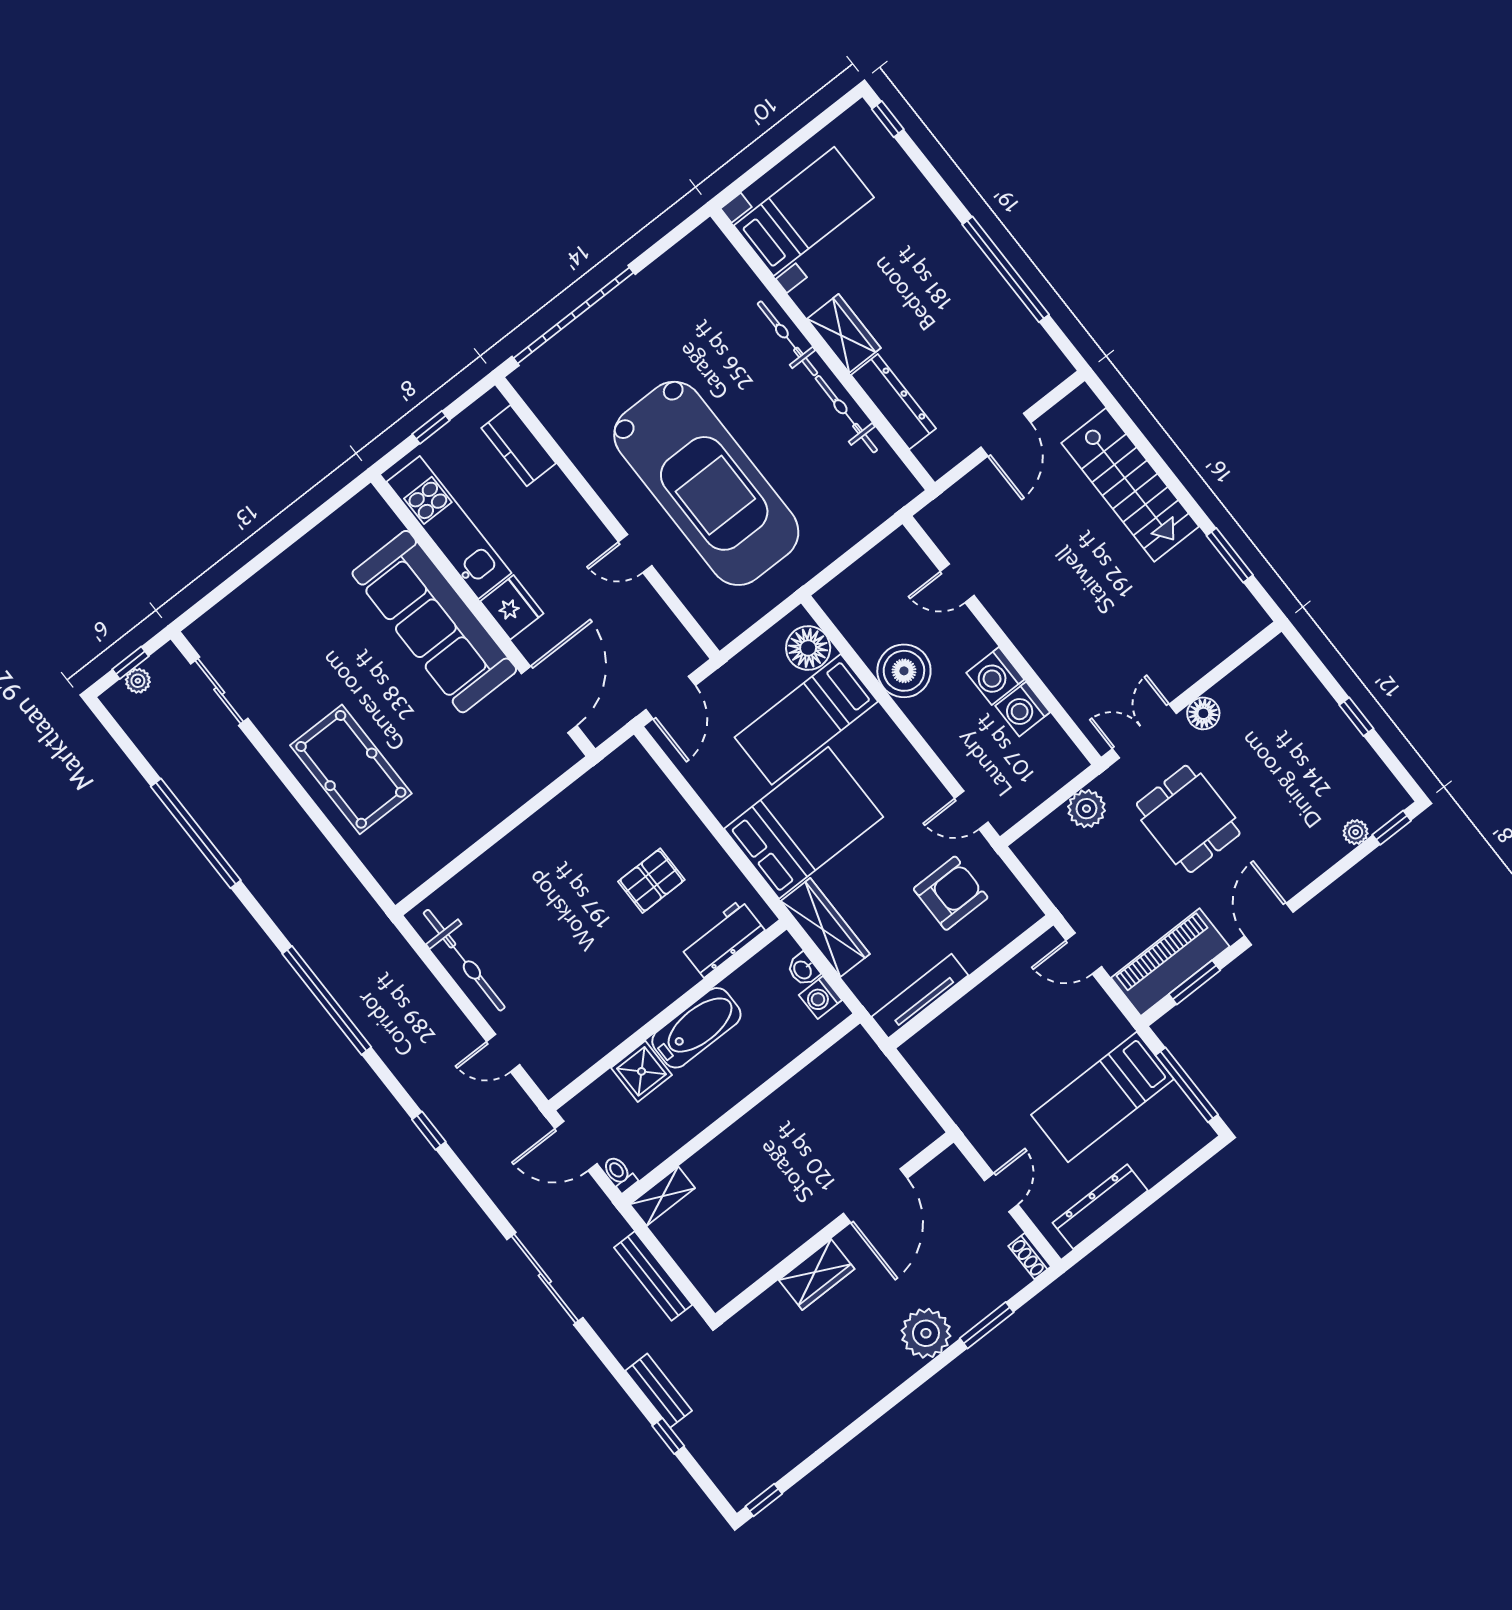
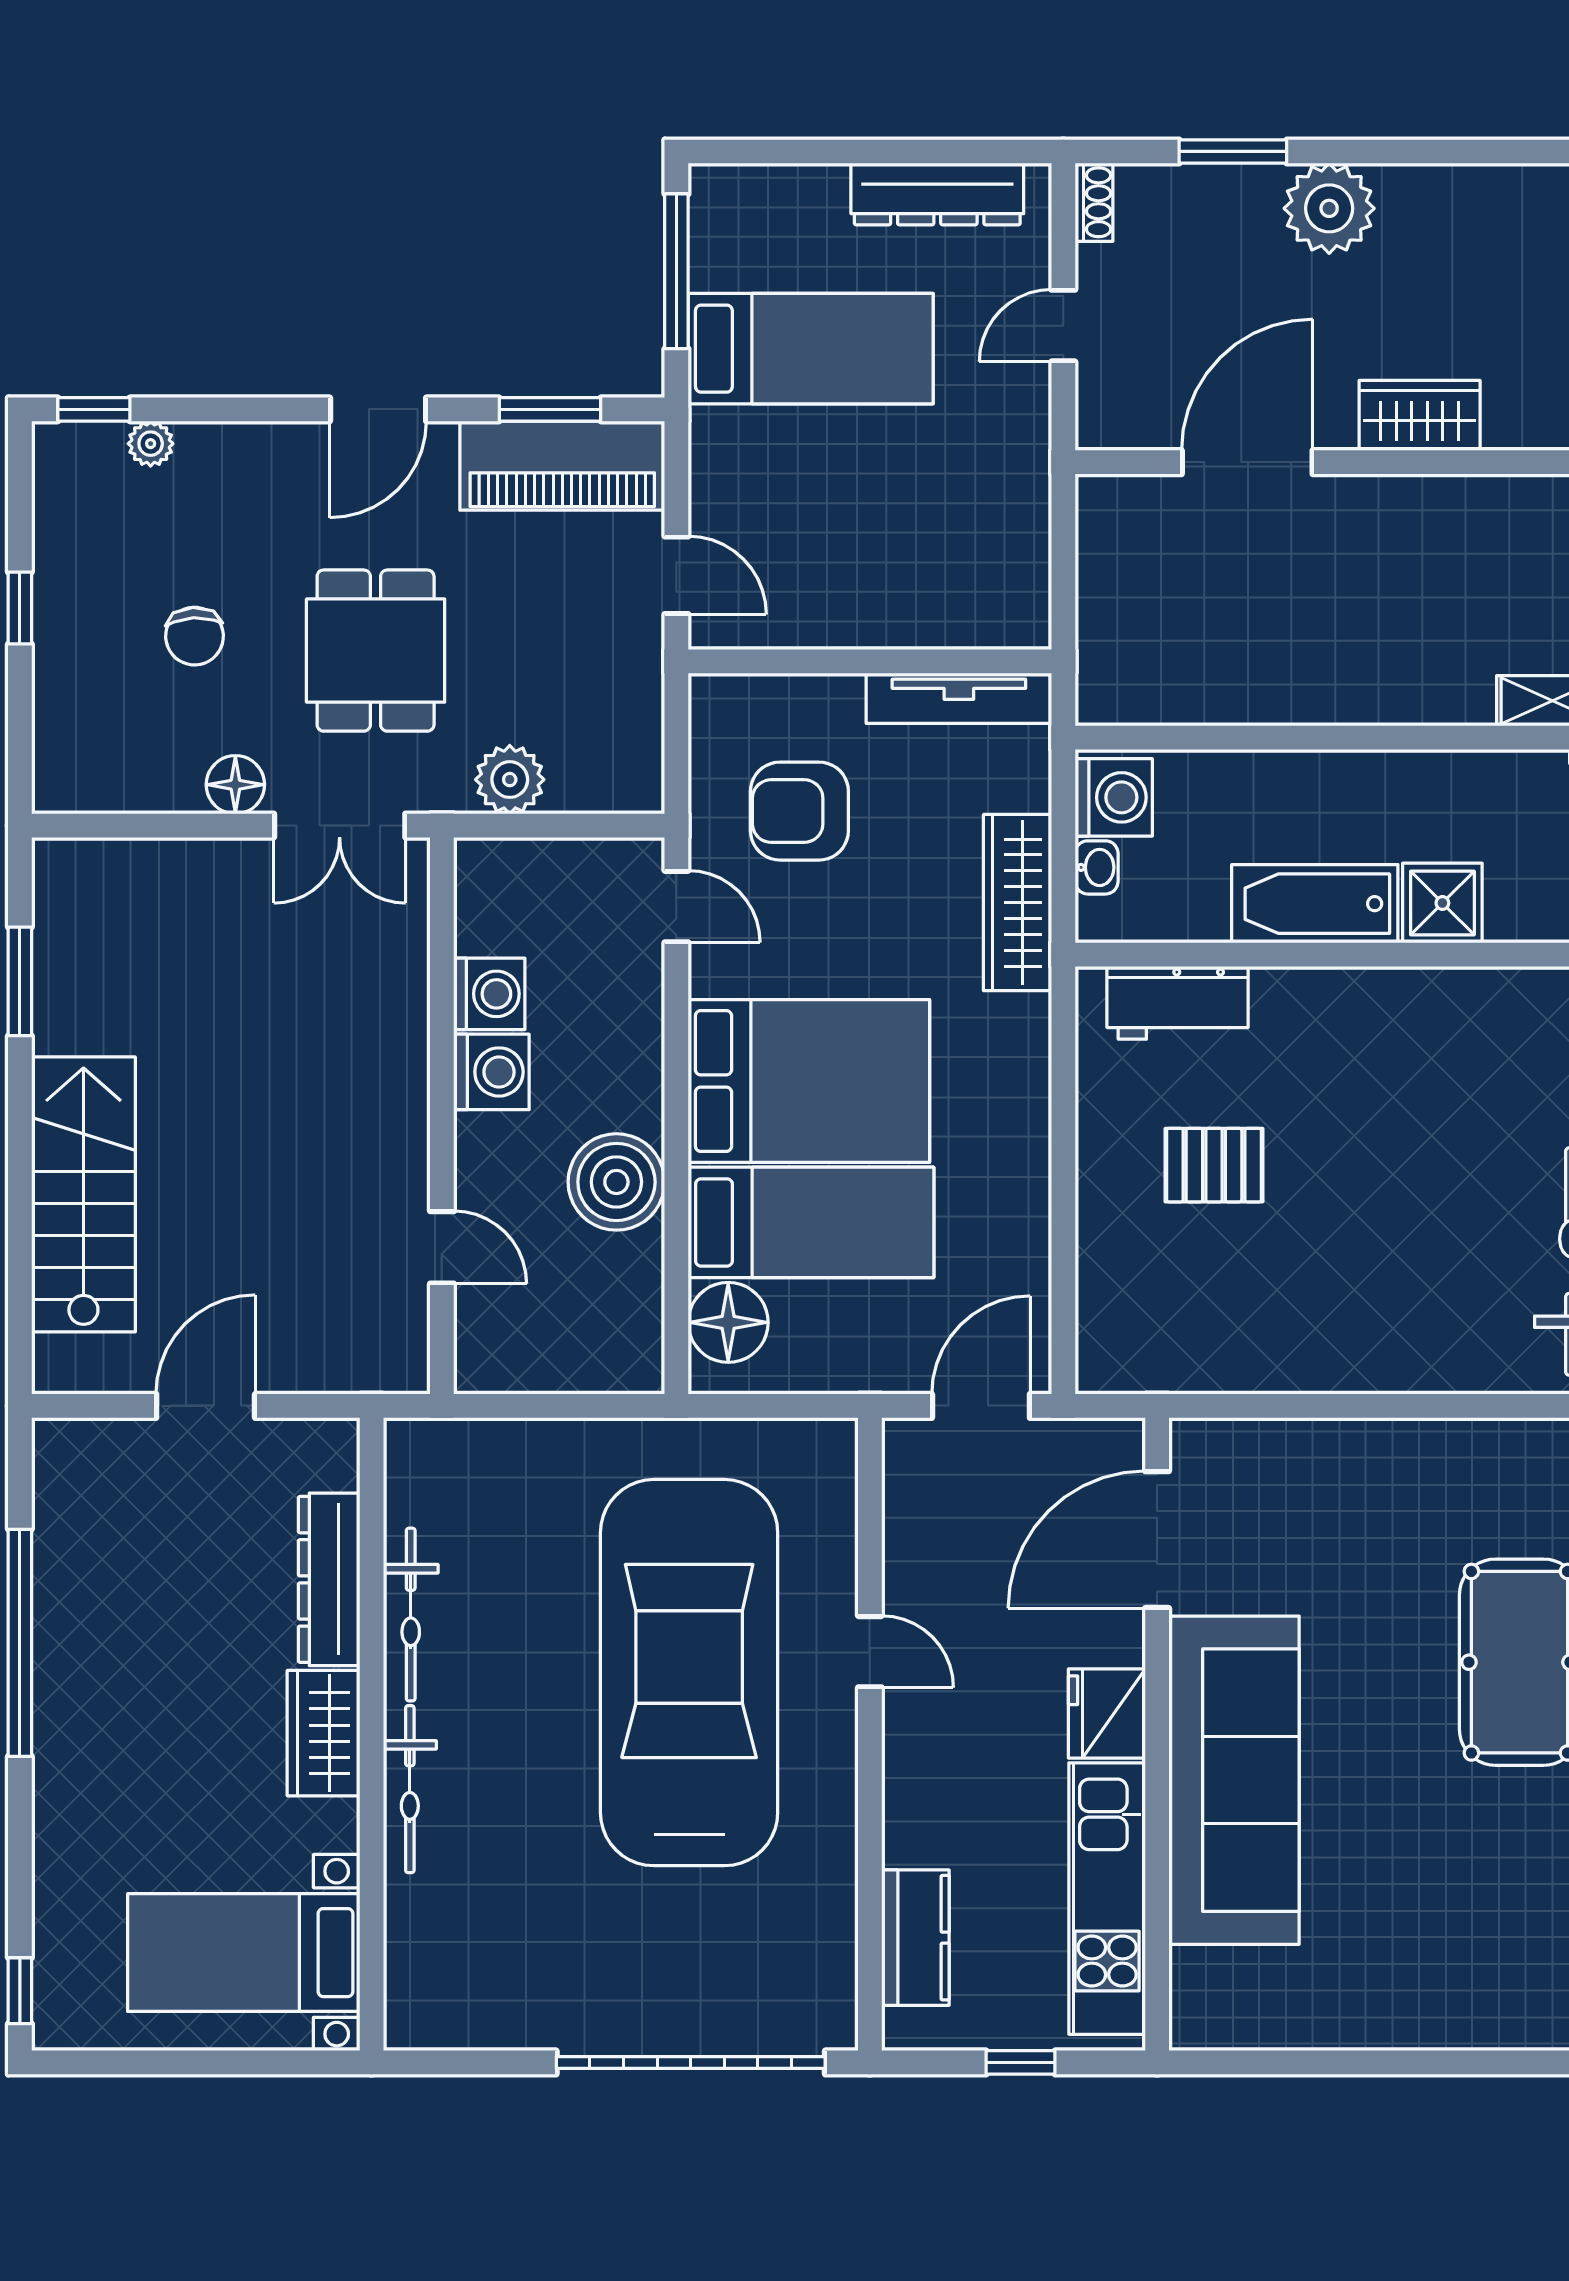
chair: (1271, 764) -> (195, 636), added
bed: (804, 823) -> (809, 1081), moved, turned 180
washing machine: (820, 997) -> (1114, 797), width x1.38, depth x1.38

